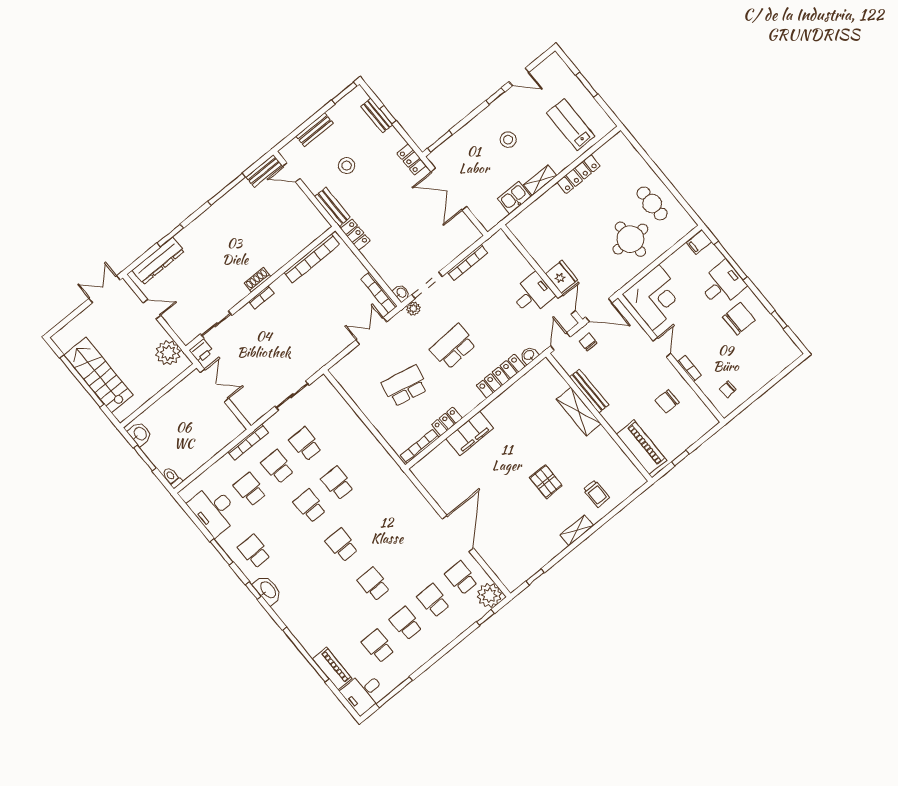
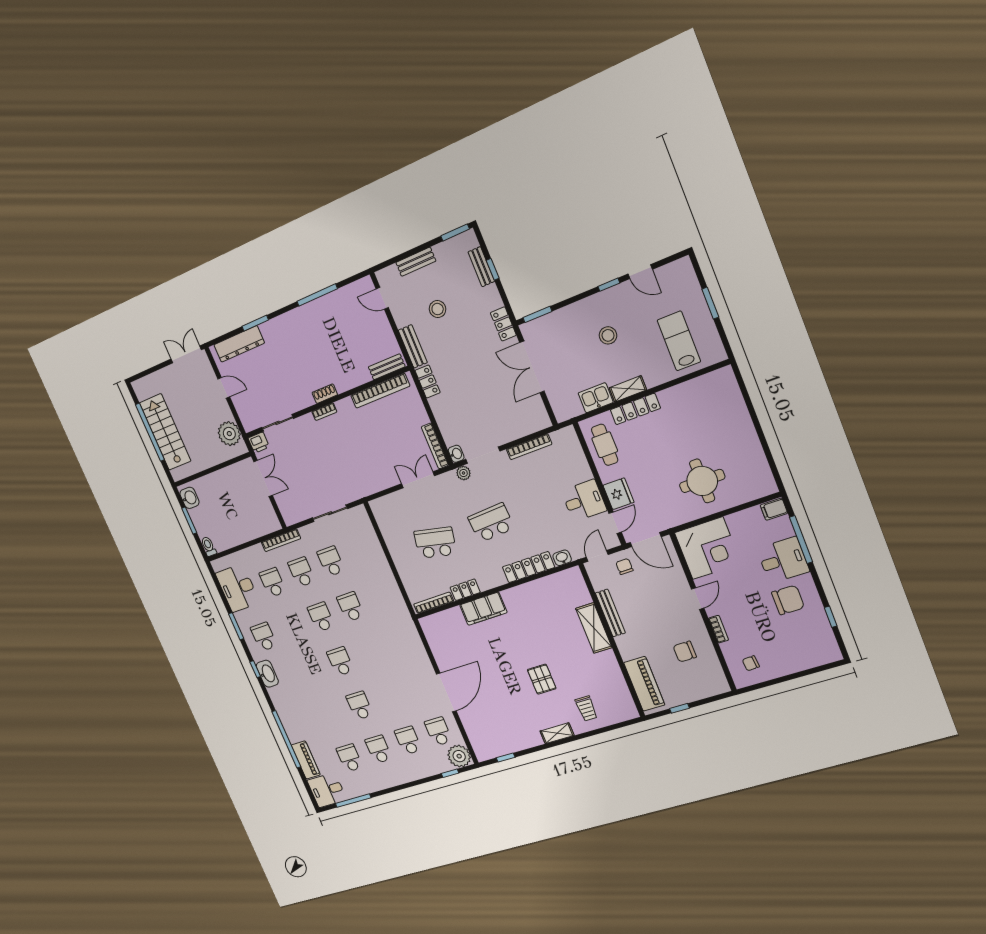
bench: (264, 171) -> (387, 367), moved
locker: (579, 174) -> (635, 409), moved
cafe table: (652, 204) -> (605, 445), moved

